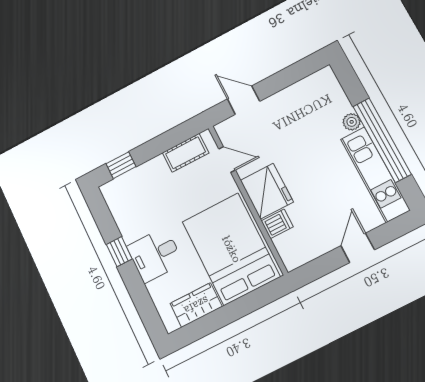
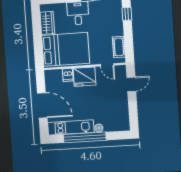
door: (227, 159) -> (107, 65), hinge flipped
door: (358, 248) -> (42, 105), width x1.88

